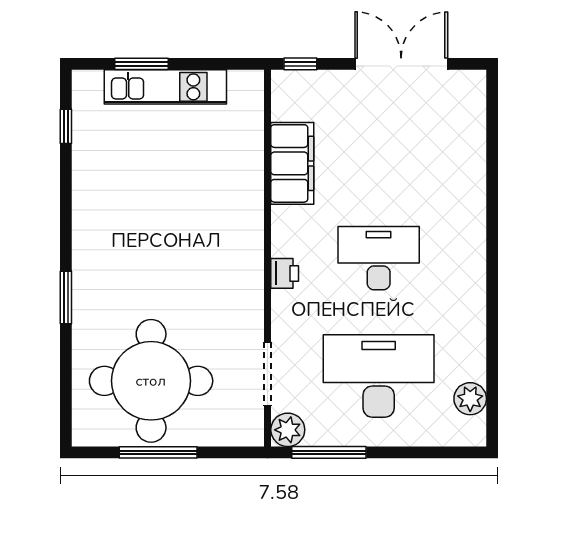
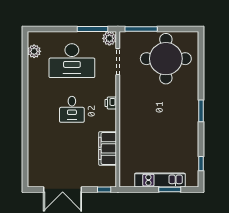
desk: (379, 258) -> (72, 109), width x0.73
window: (66, 297) -> (201, 111), moved
window: (158, 452) -> (141, 29), moved

